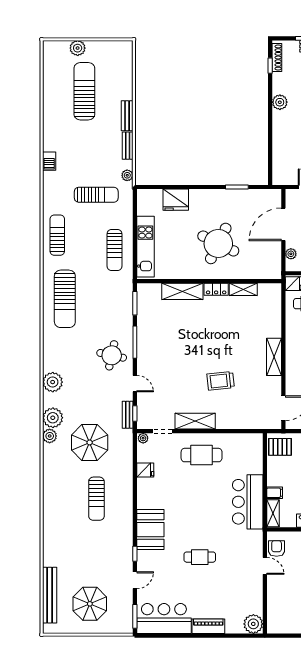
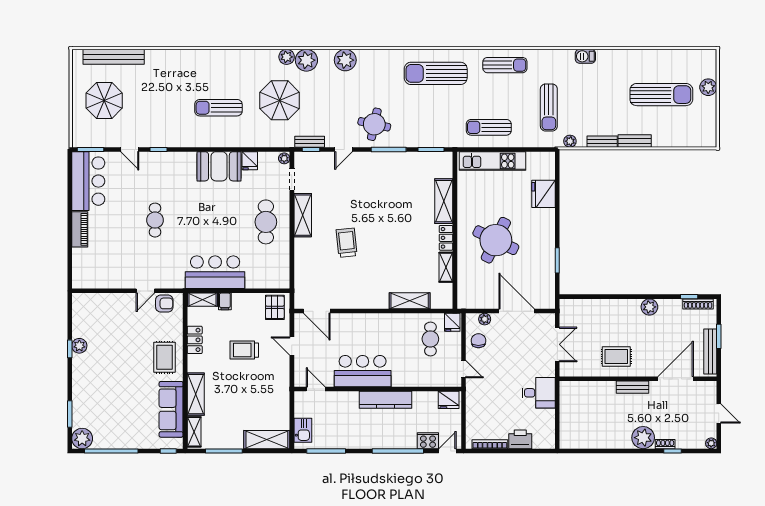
shelving: (274, 357) -> (410, 301), moved
booth: (150, 530) -> (219, 166), moved
plant: (253, 624) -> (82, 278), removed

